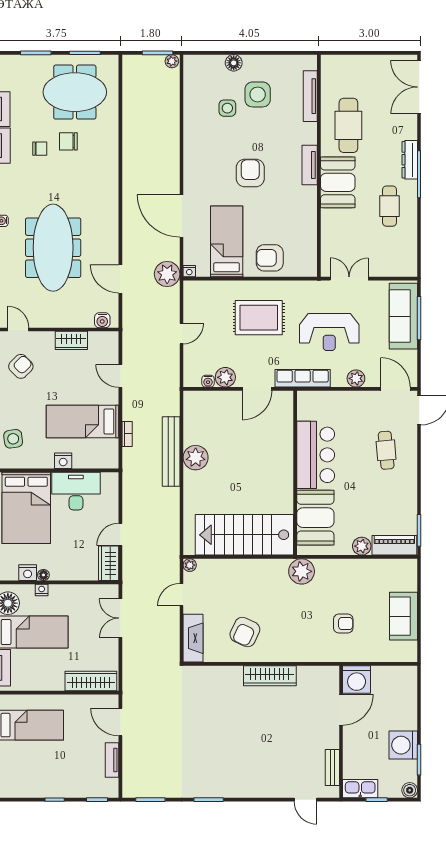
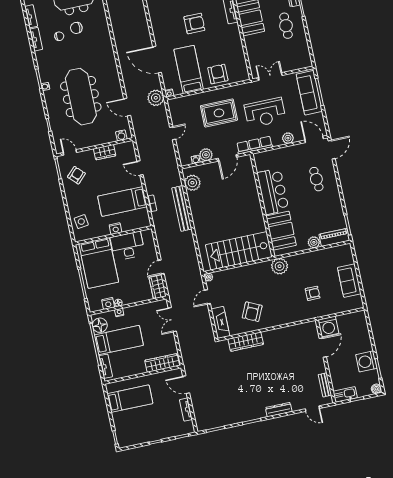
armchair: (250, 173) -> (194, 23), turned 90
armchair: (270, 258) -> (218, 74), turned 90
plant: (196, 458) -> (192, 183), moved
wardrobe: (270, 676) -> (246, 342), moved
dresser: (254, 790) -> (279, 410), added

